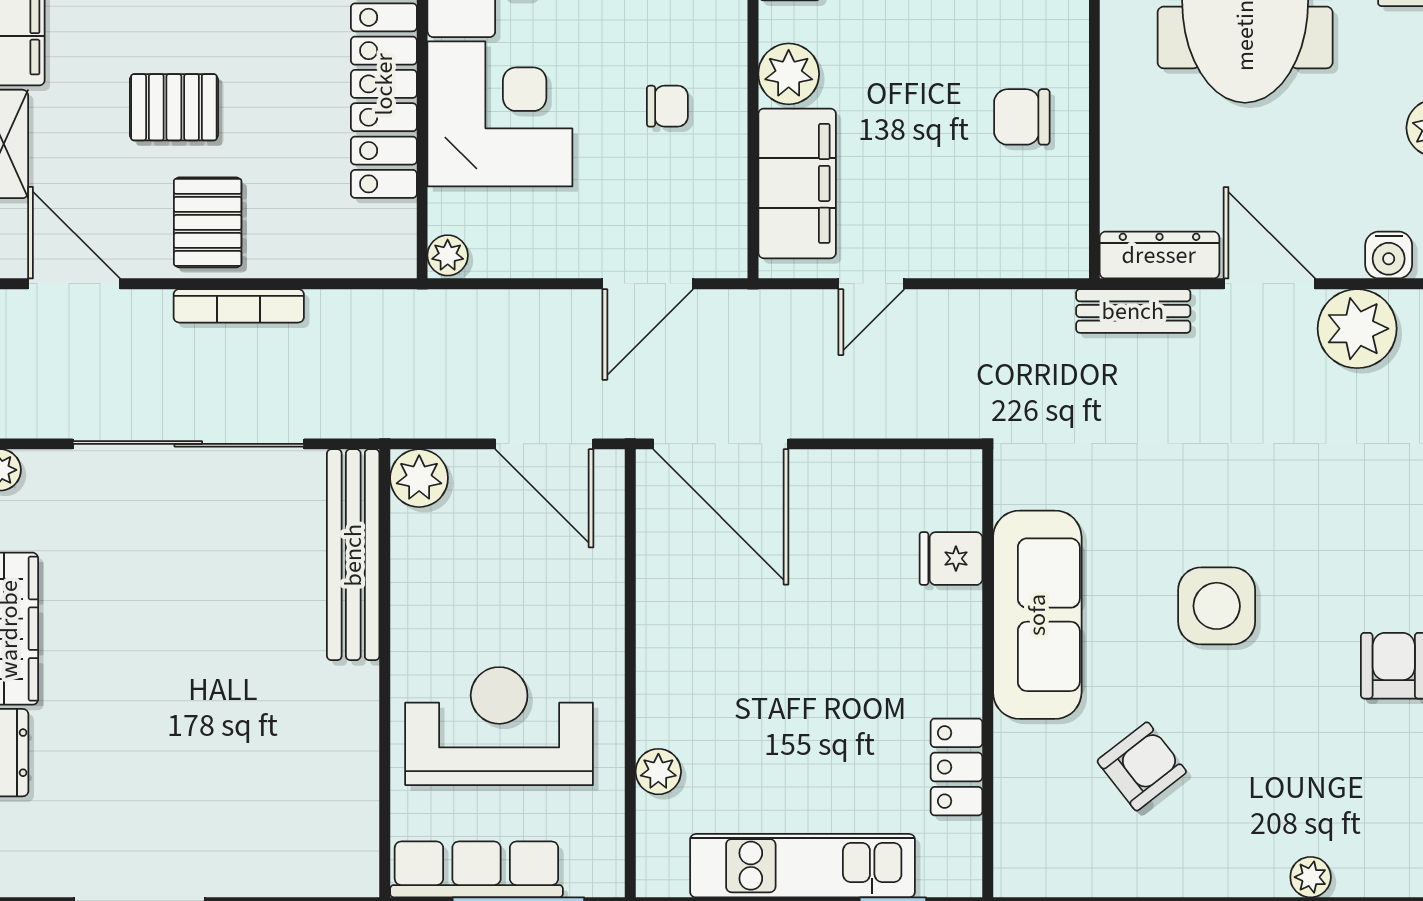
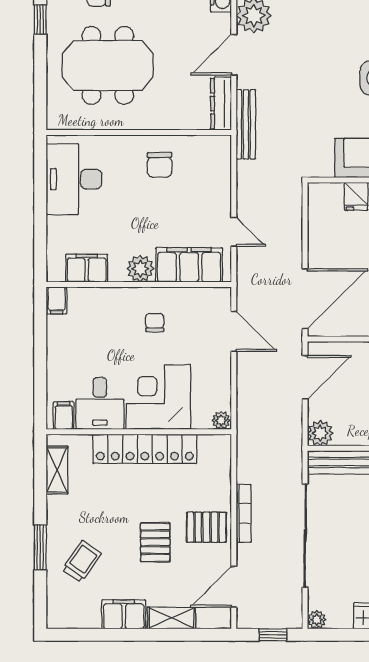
bench: (1133, 311) -> (246, 124), width x1.36

